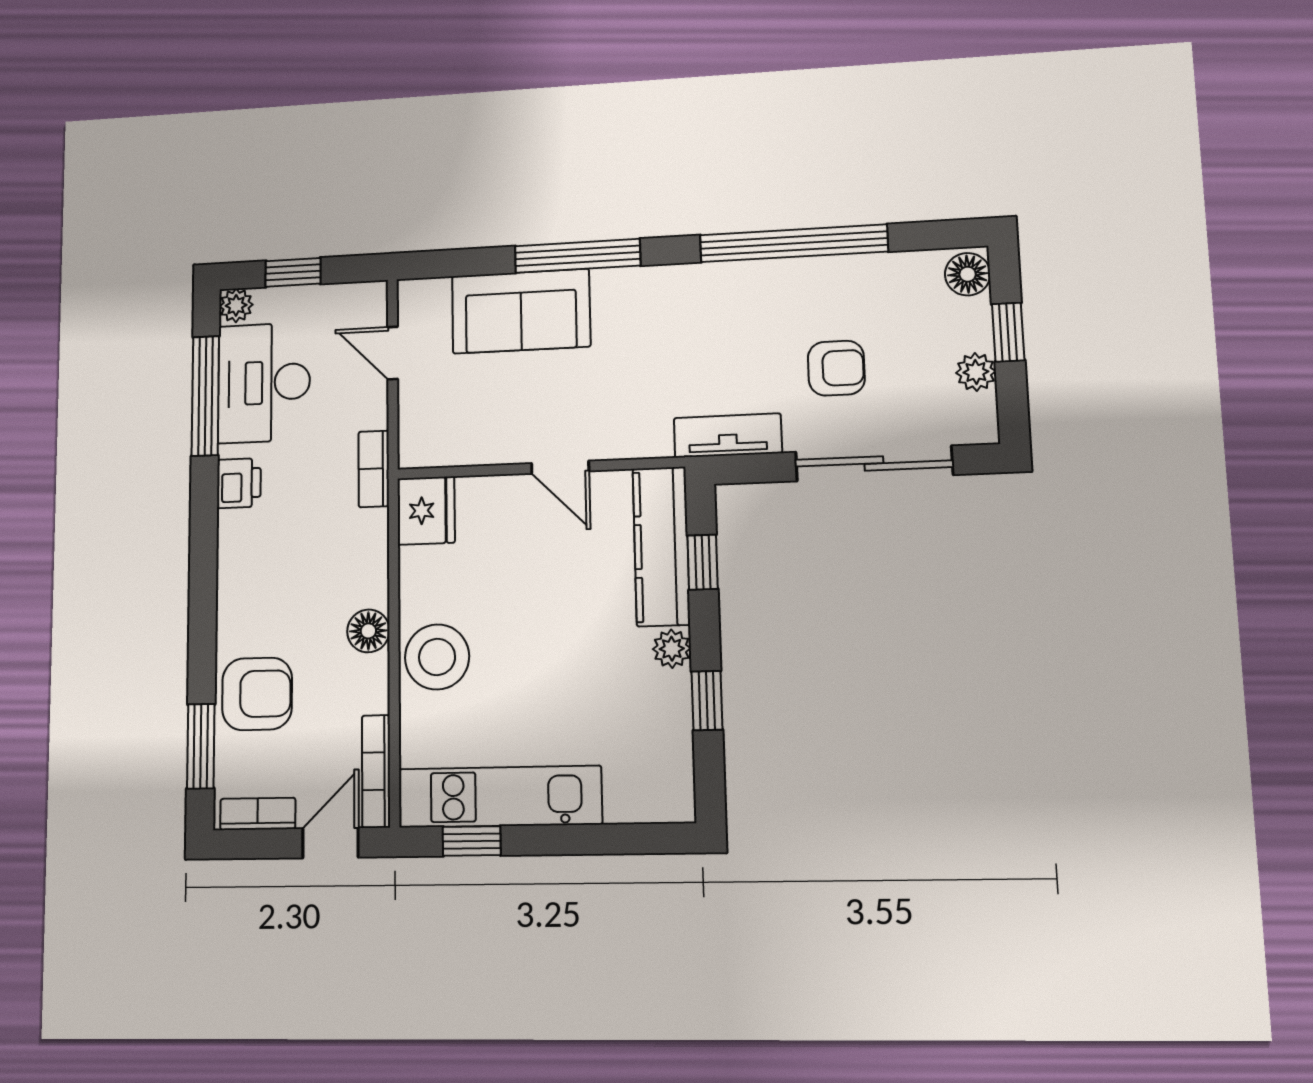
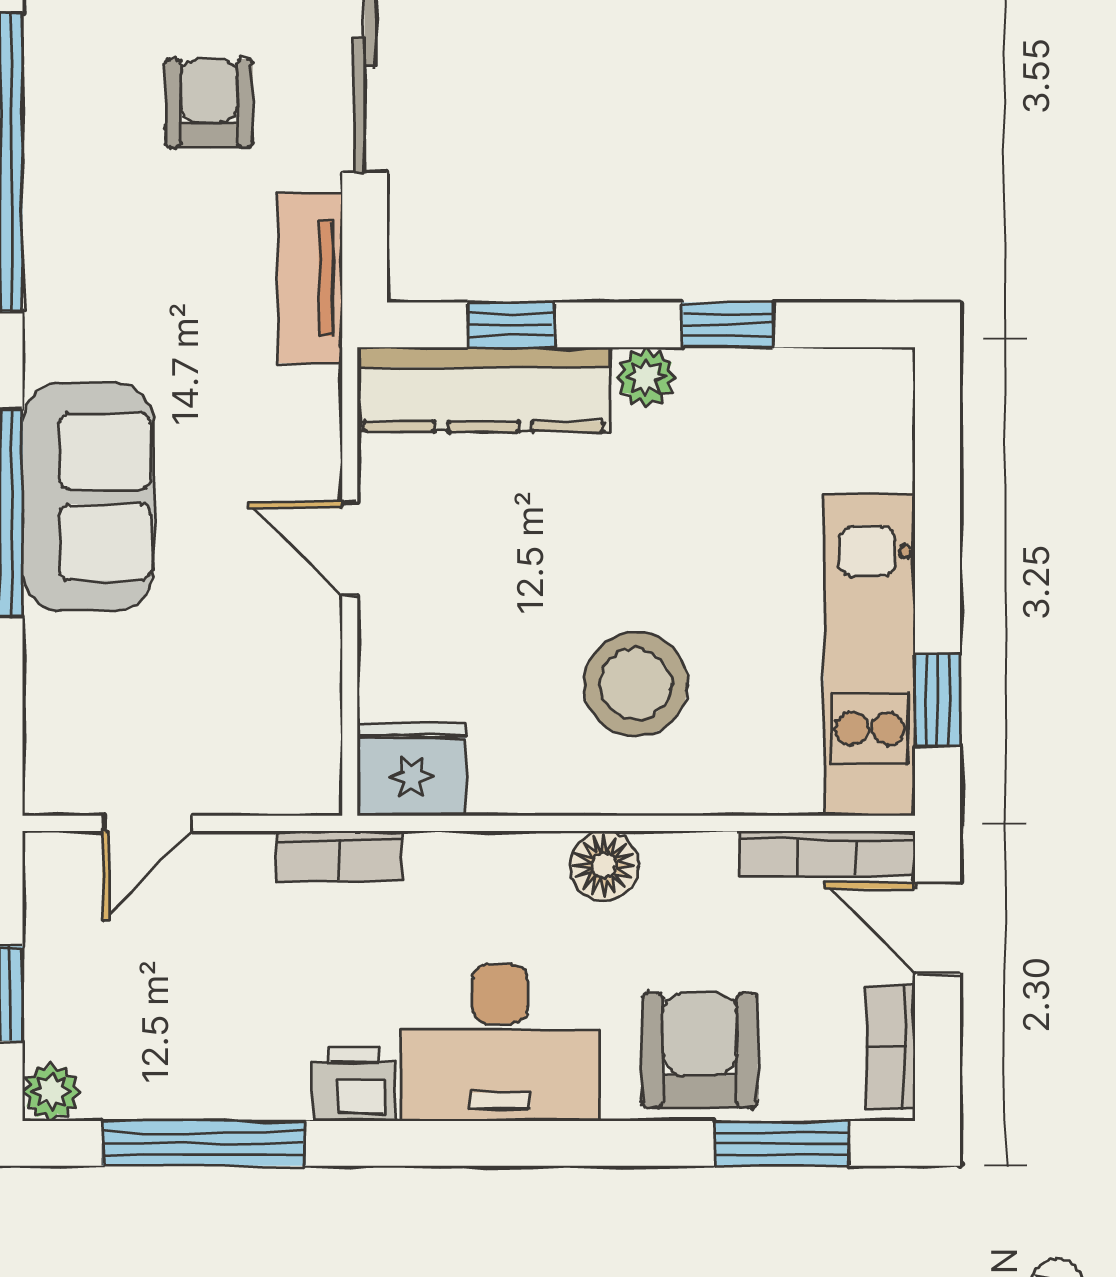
sofa: (521, 311) -> (88, 497), moved
desk: (264, 383) -> (500, 1043), moved
door: (560, 467) -> (350, 549), swing flipped
stool: (437, 657) -> (636, 684), moved

